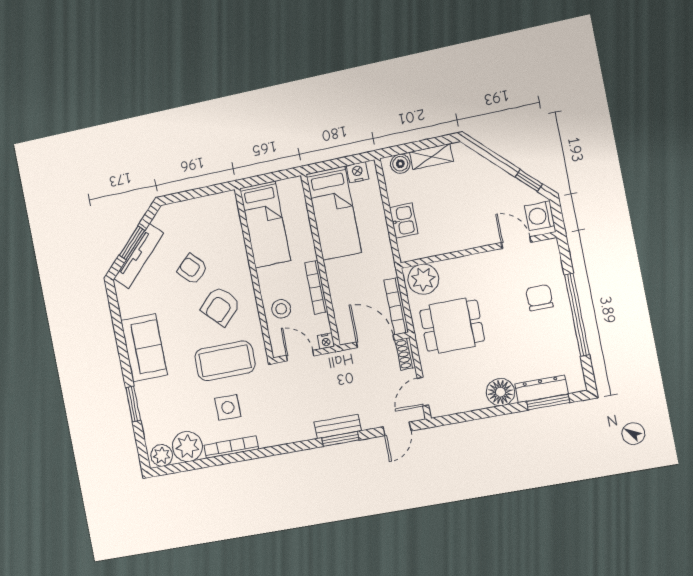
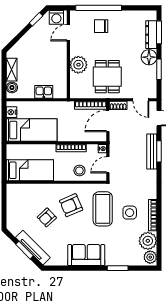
plant: (423, 279) -> (78, 65), moved
armchair: (221, 306) -> (71, 205), turned 112
window: (577, 315) -> (99, 8), moved
window: (483, 414) -> (159, 69), added
bench: (338, 426) -> (152, 151), width x1.36

